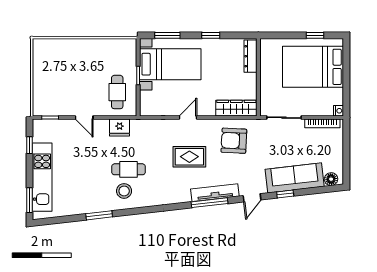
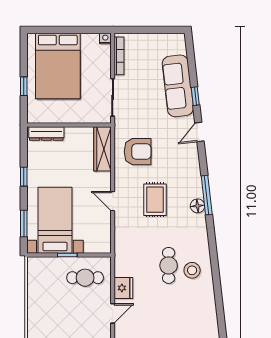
window: (315, 35) -> (24, 86), moved
fridge: (120, 128) -> (123, 288), moved
armchair: (234, 141) -> (138, 152), turned -93
floor lamp: (331, 179) -> (198, 206), moved
tv unit: (215, 193) -> (194, 172), removed
door: (252, 198) -> (199, 132), swing flipped
window: (209, 203) -> (207, 195), moved
window: (99, 215) -> (218, 297), removed

